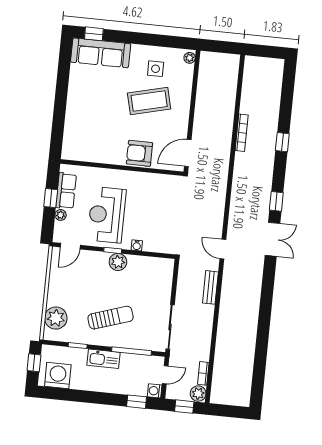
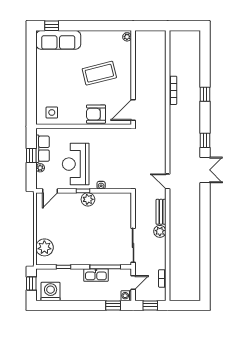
side table: (156, 69) -> (52, 112), moved
sun lounger: (111, 318) -> (87, 243), removed
kitchen sink: (104, 359) -> (96, 275), moved
plant: (198, 394) -> (160, 231), moved

